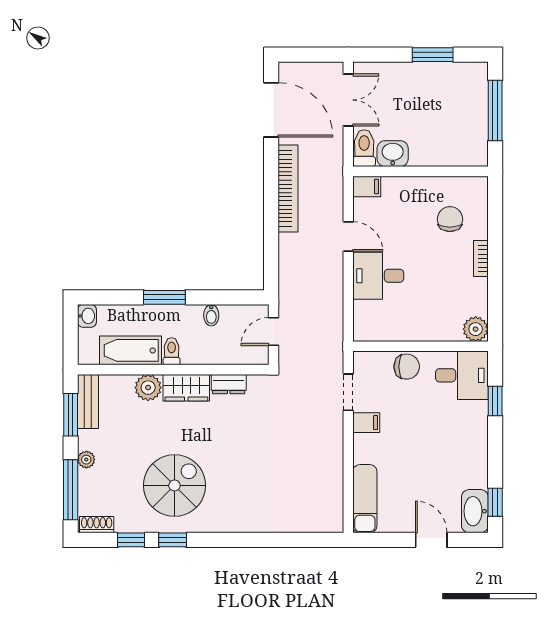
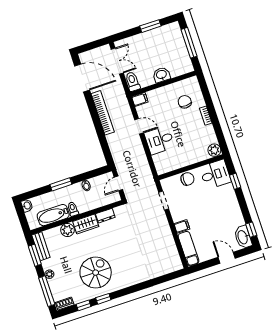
washbasin: (393, 154) -> (161, 75), moved
filing cabinet: (366, 423) -> (182, 226), moved

